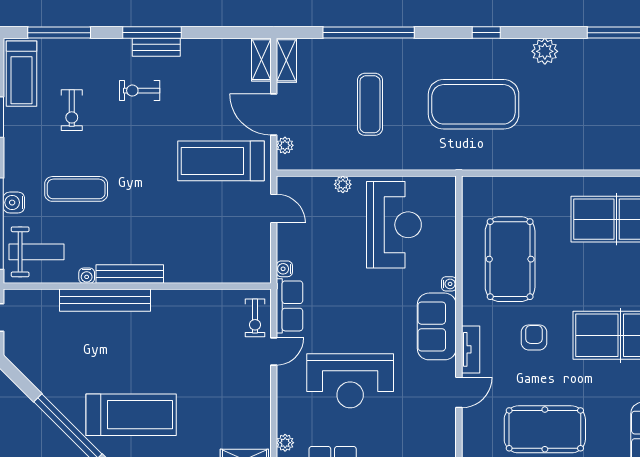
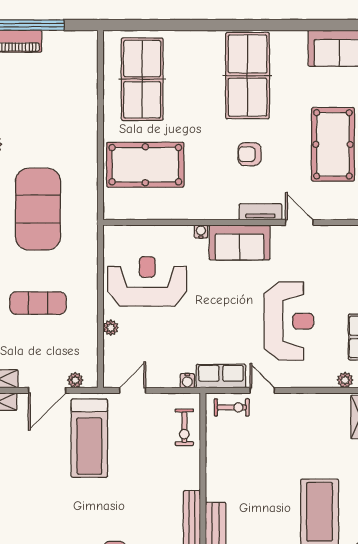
exercise bike: (140, 91) -> (184, 427), moved
pool table: (510, 259) -> (145, 165), moved

